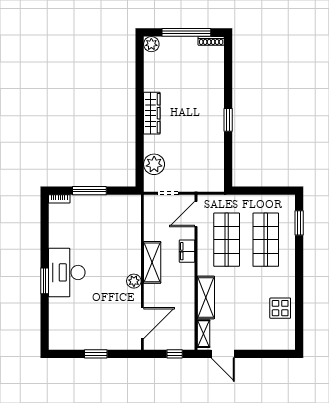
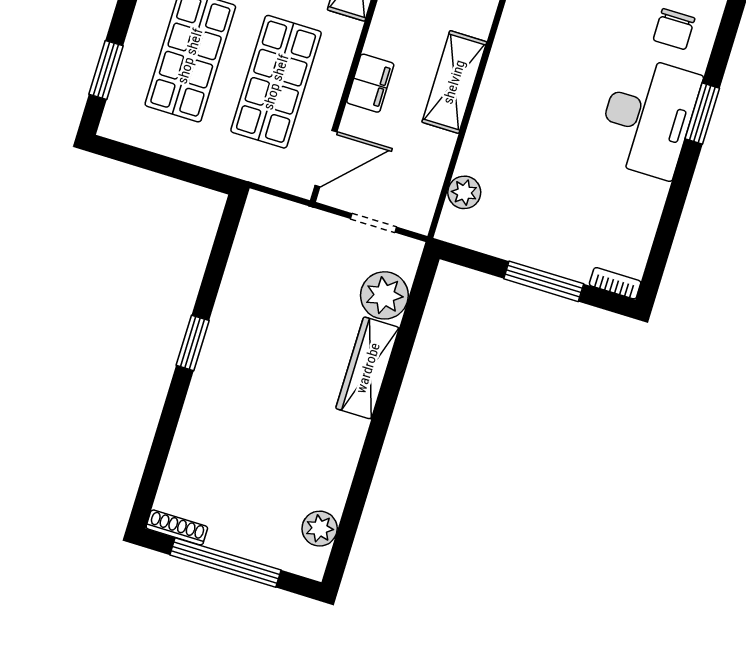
plant: (151, 44) -> (320, 529), moved
wardrobe: (152, 113) -> (368, 368), moved
plant: (134, 281) -> (464, 192), moved
chair: (67, 312) -> (674, 29), added

